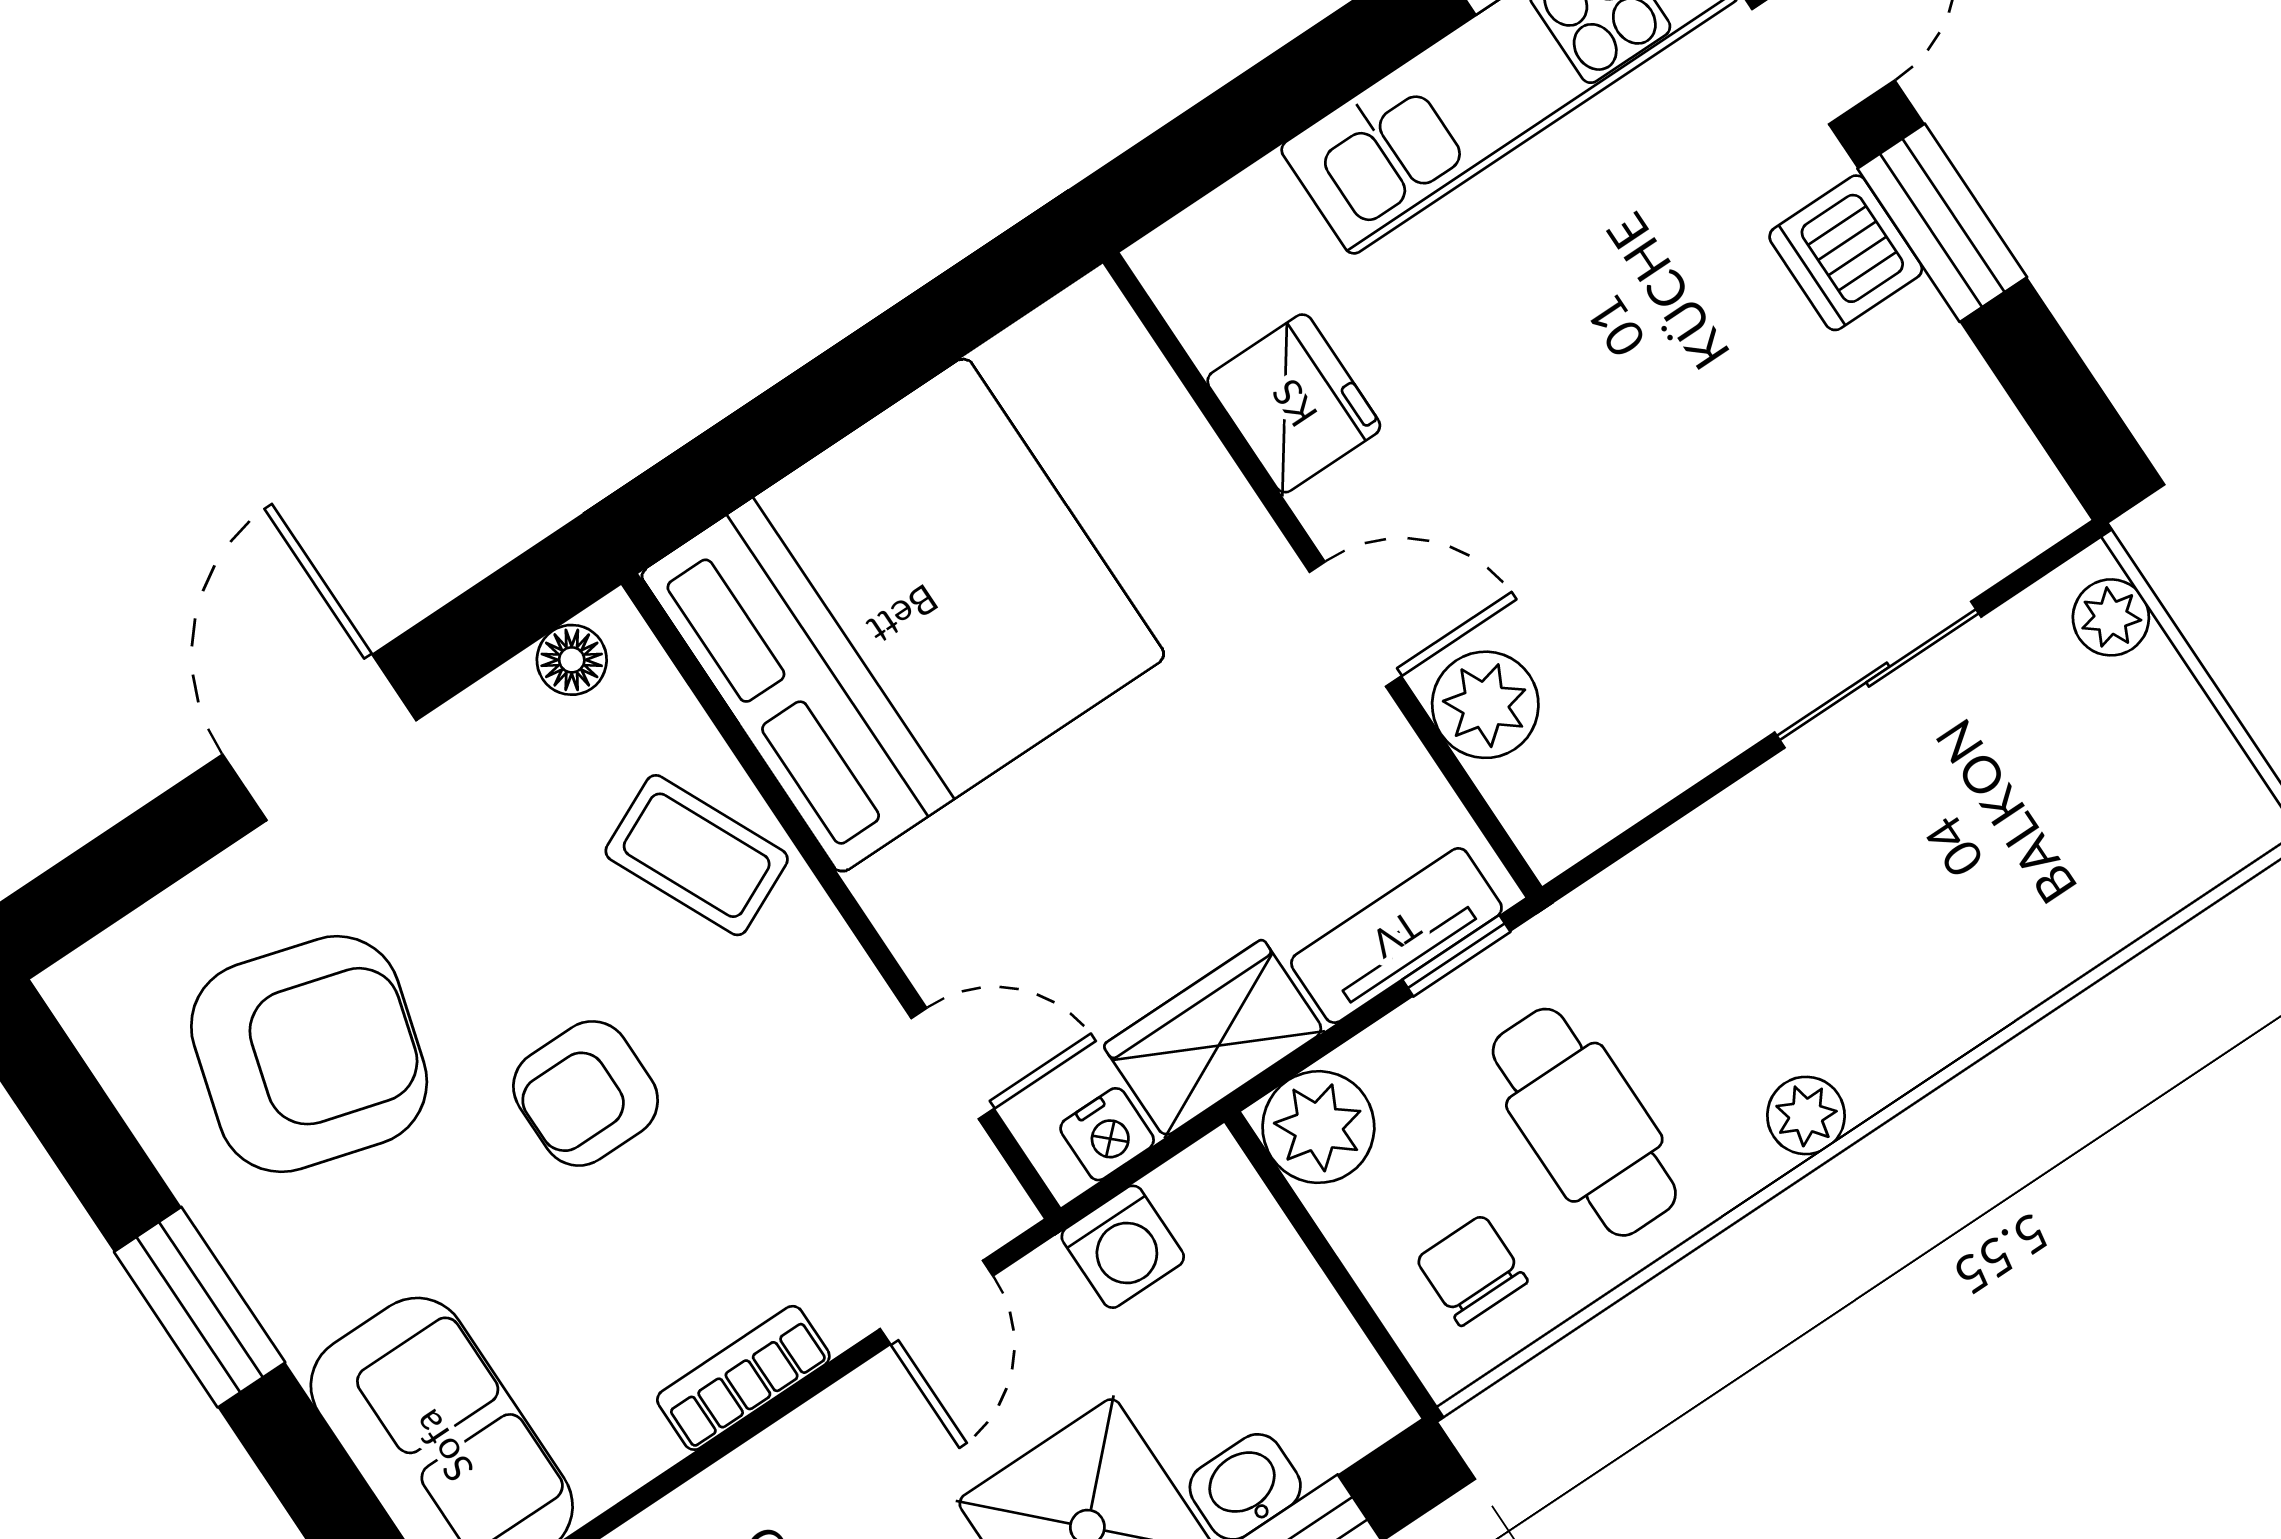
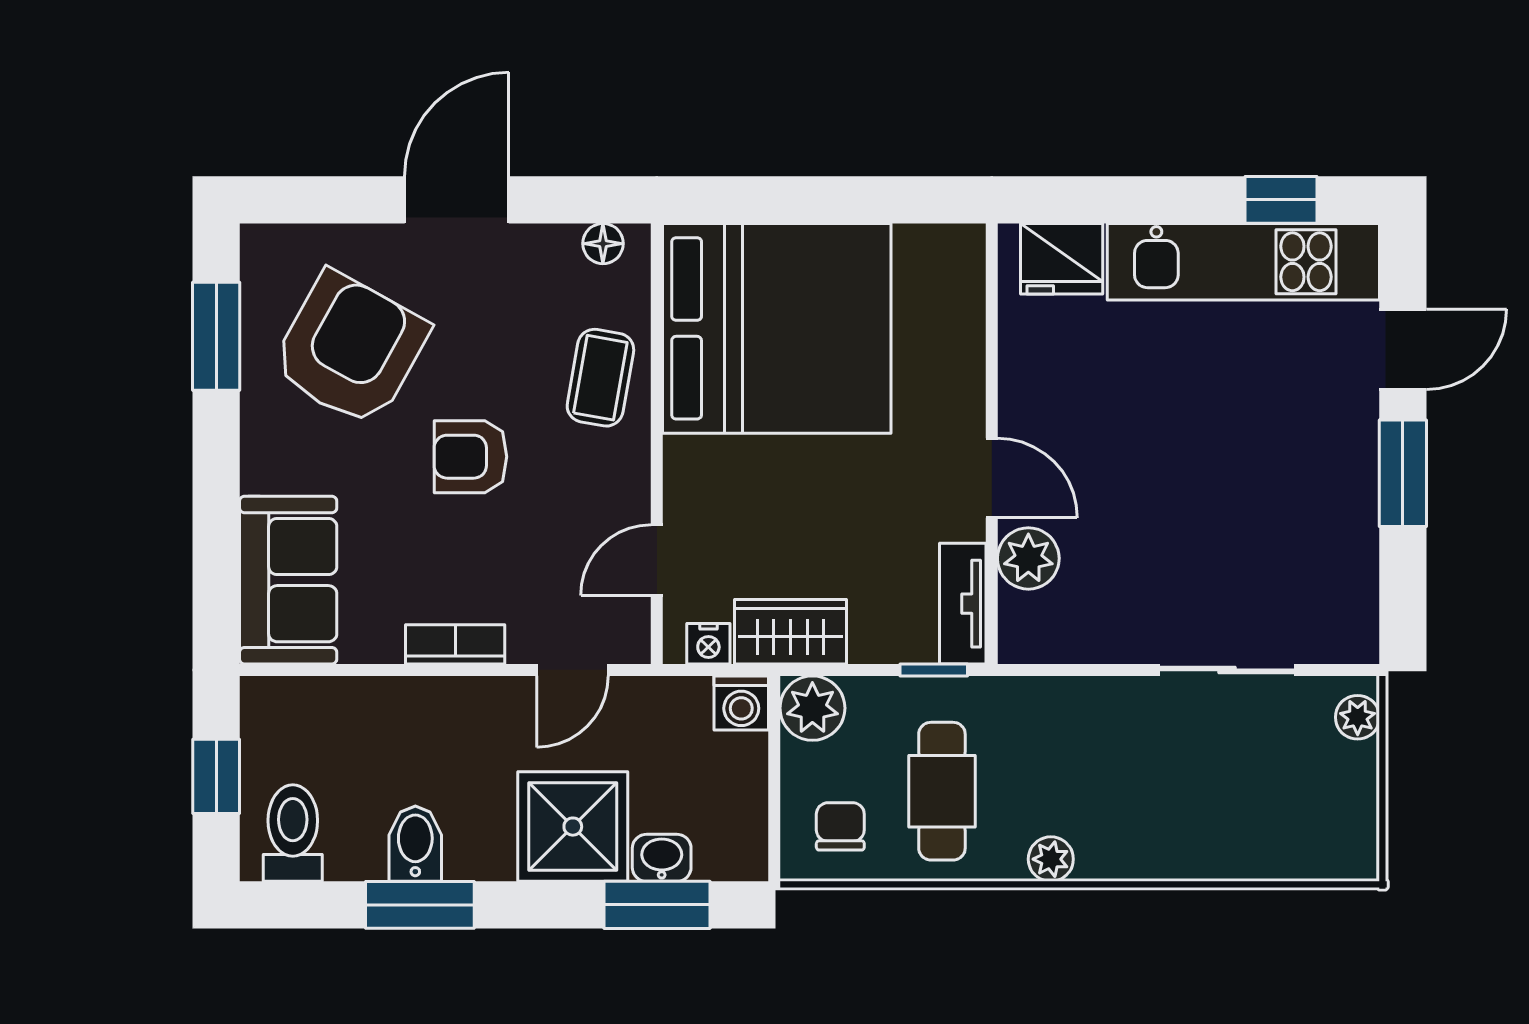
dishwasher: (1846, 253) -> (1347, 457), removed
fridge: (1294, 403) -> (1062, 259), moved, turned 90
coffee table: (697, 855) -> (600, 378), turned 35
tv unit: (1396, 935) -> (963, 604), moved, turned -90
armchair: (309, 1054) -> (350, 349), turned -77
door: (953, 1064) -> (657, 560), swing flipped
washing machine: (1123, 1247) -> (741, 703), moved
window: (200, 1307) -> (216, 336), moved

